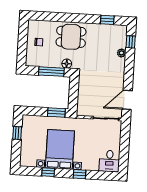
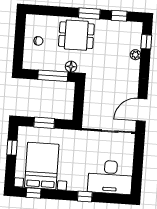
window: (82, 18) -> (89, 14), added
window: (56, 112) -> (44, 123), moved
bed with nightstands: (60, 149) -> (42, 166), moved
desk: (109, 161) -> (110, 177), width x1.87, depth x1.30
window: (48, 172) -> (34, 193), moved

